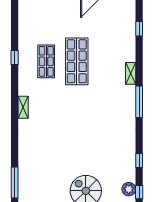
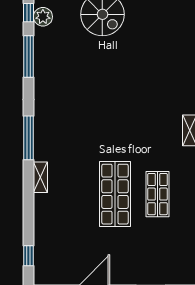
window: (139, 29) -> (29, 256), moved
window: (139, 160) -> (29, 57), width x2.17

